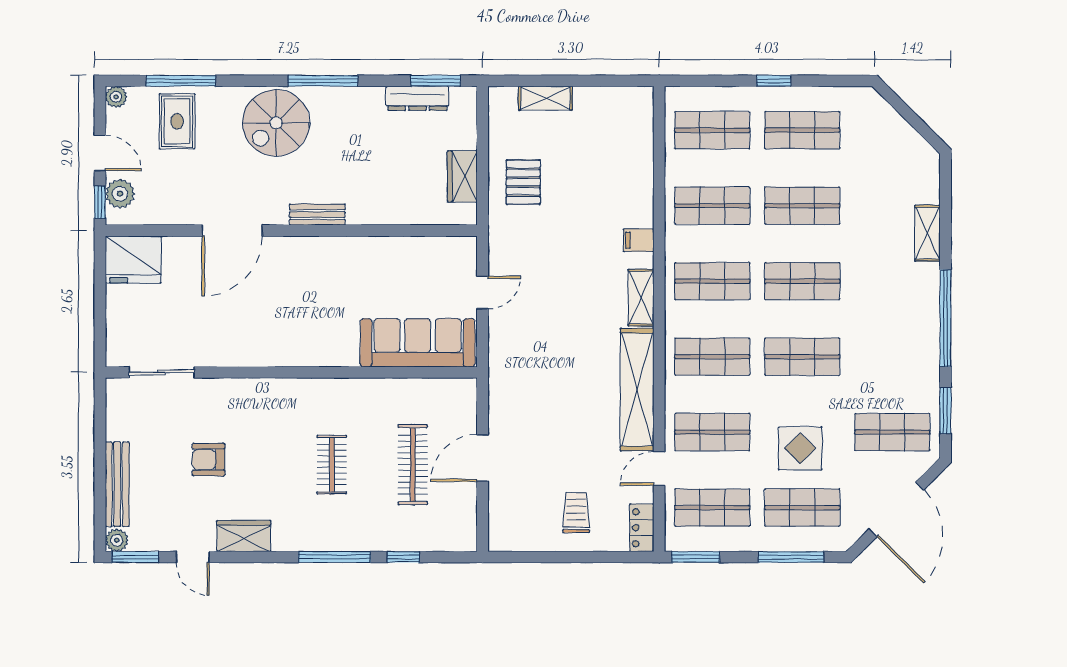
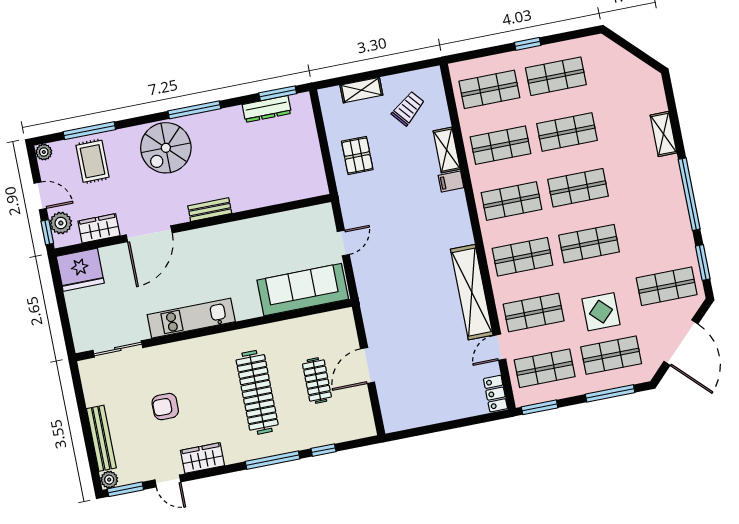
wardrobe: (462, 176) -> (99, 228), moved, turned 90
shelving: (641, 298) -> (447, 150), moved
kitchen unit: (265, 351) -> (191, 318), added
clothes rail: (332, 465) -> (257, 392), width x1.86, depth x1.31
clothes rail: (413, 465) -> (317, 380), width x0.73
trolley: (576, 513) -> (408, 108), moved, turned 50

